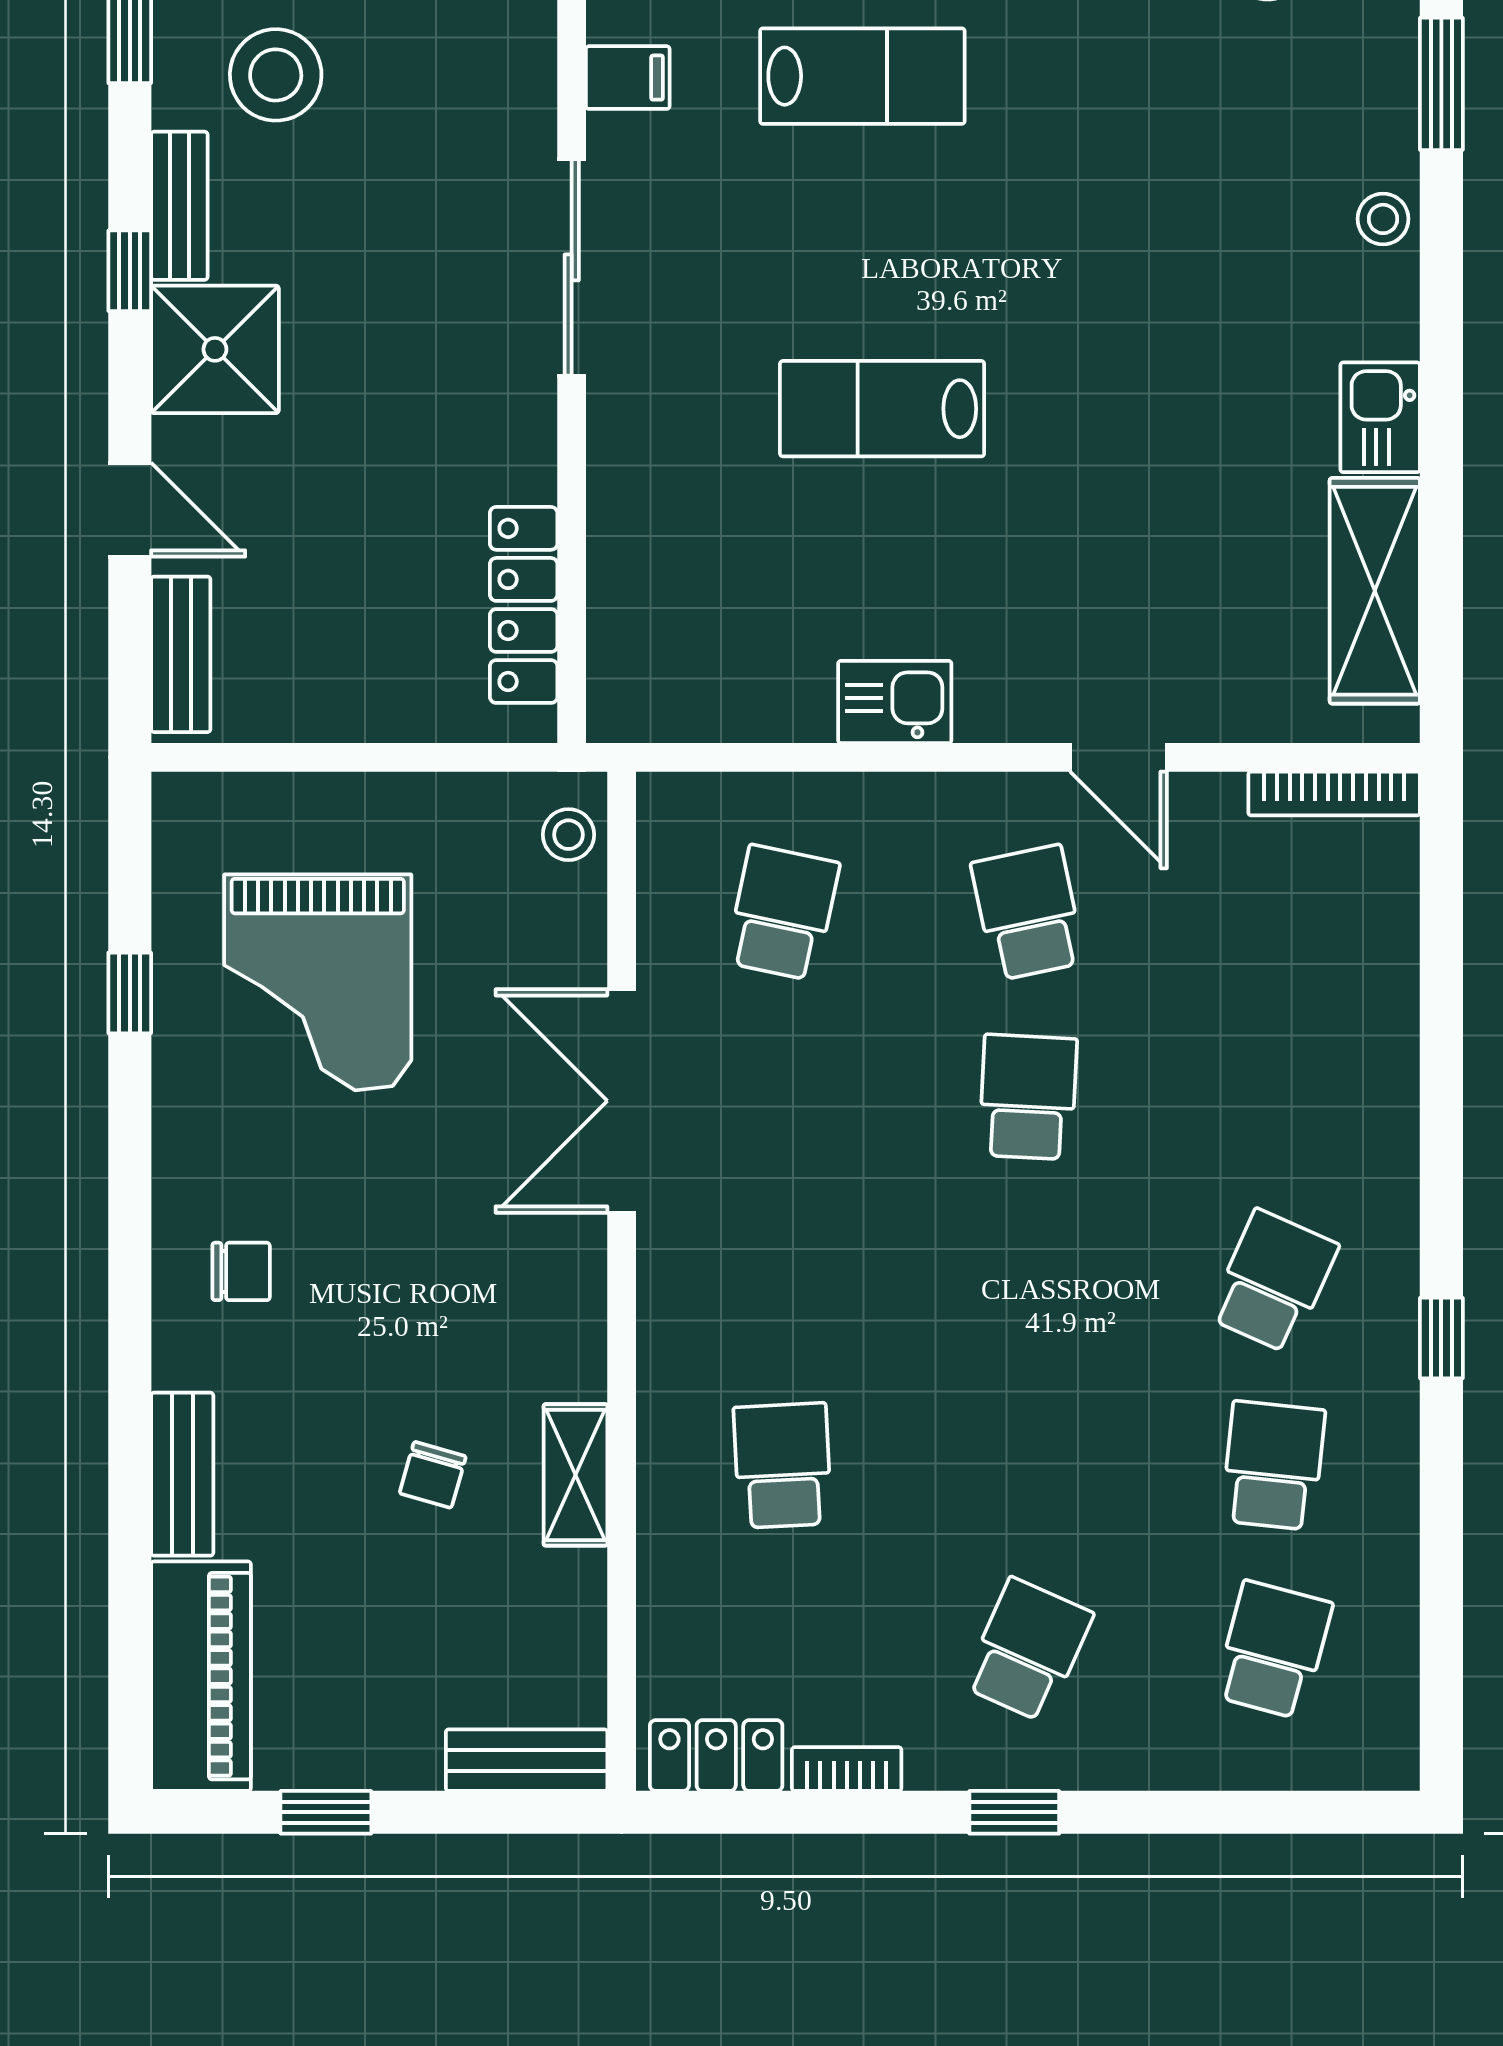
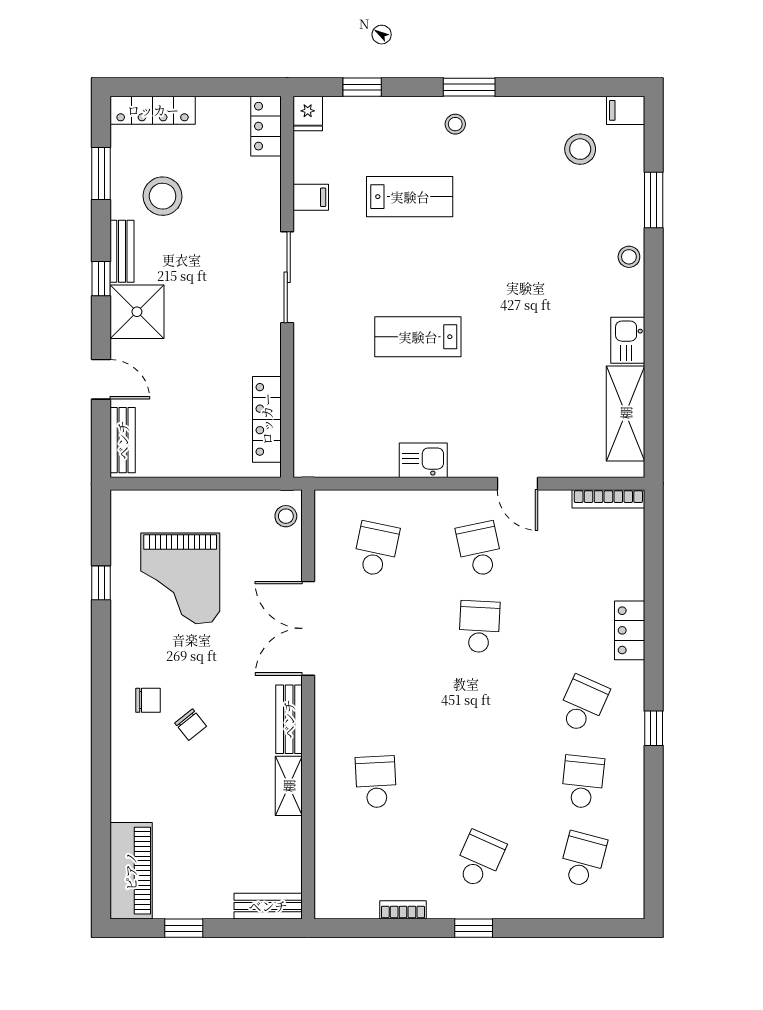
bench: (182, 1474) -> (289, 719), moved
chair: (433, 1475) -> (191, 725), moved, turned -55
locker: (716, 1756) -> (630, 630), moved, turned -90

